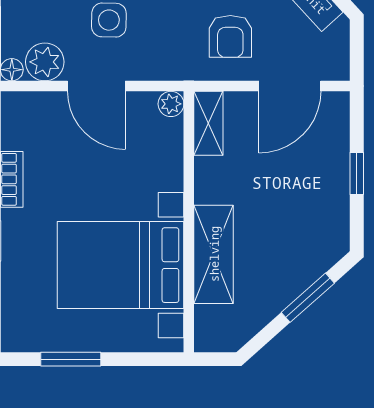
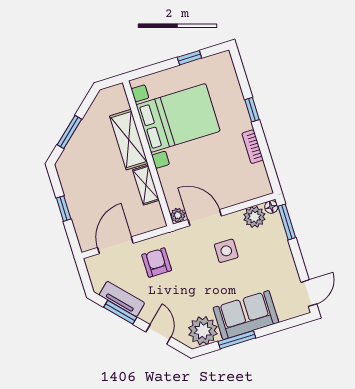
door: (96, 86) -> (205, 218), moved
shelving: (208, 123) -> (146, 185), moved
window: (71, 359) -> (189, 58), width x0.67

